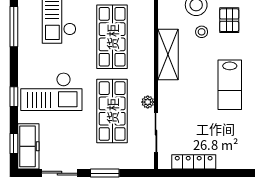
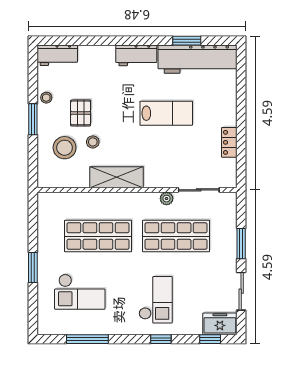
pallet: (229, 20) -> (81, 113), turned 90
lab bench: (230, 85) -> (166, 113), moved
checkout: (51, 92) -> (156, 300), width x0.73, depth x0.83
freezer: (28, 146) -> (220, 324), width x0.71
locker: (194, 162) -> (229, 142), width x0.66

